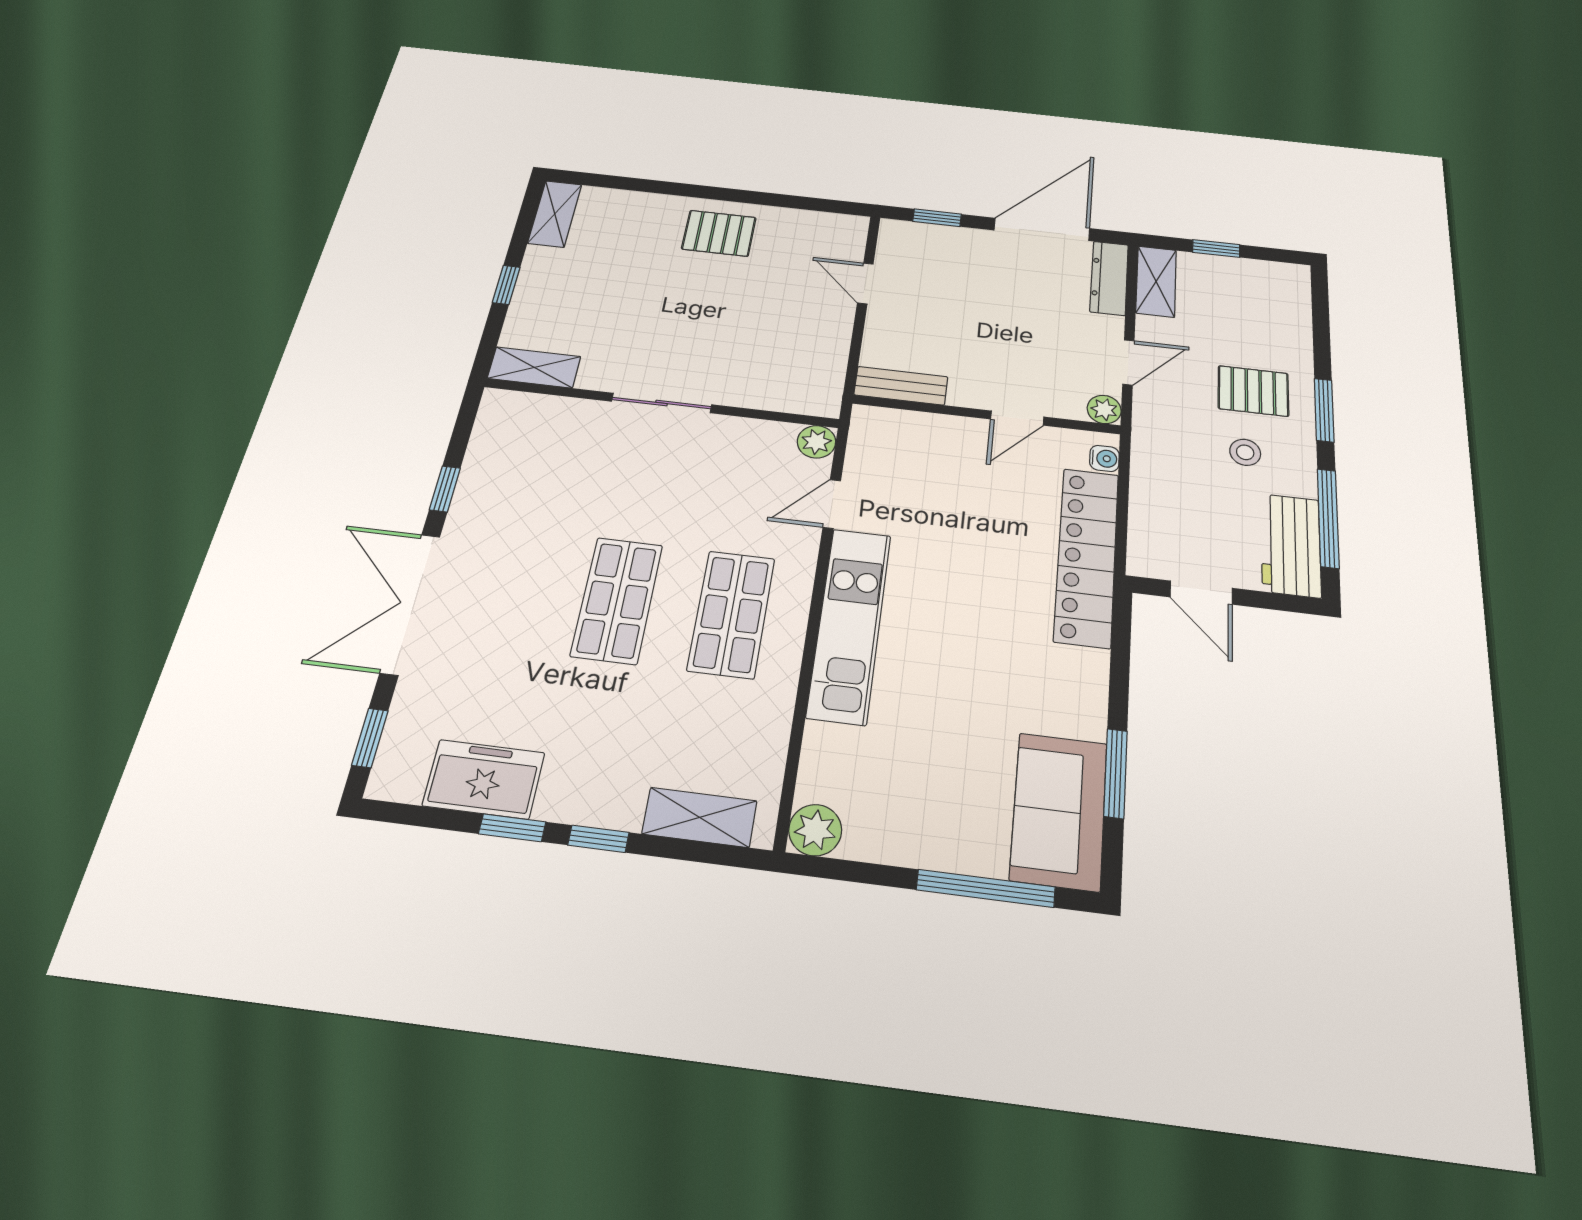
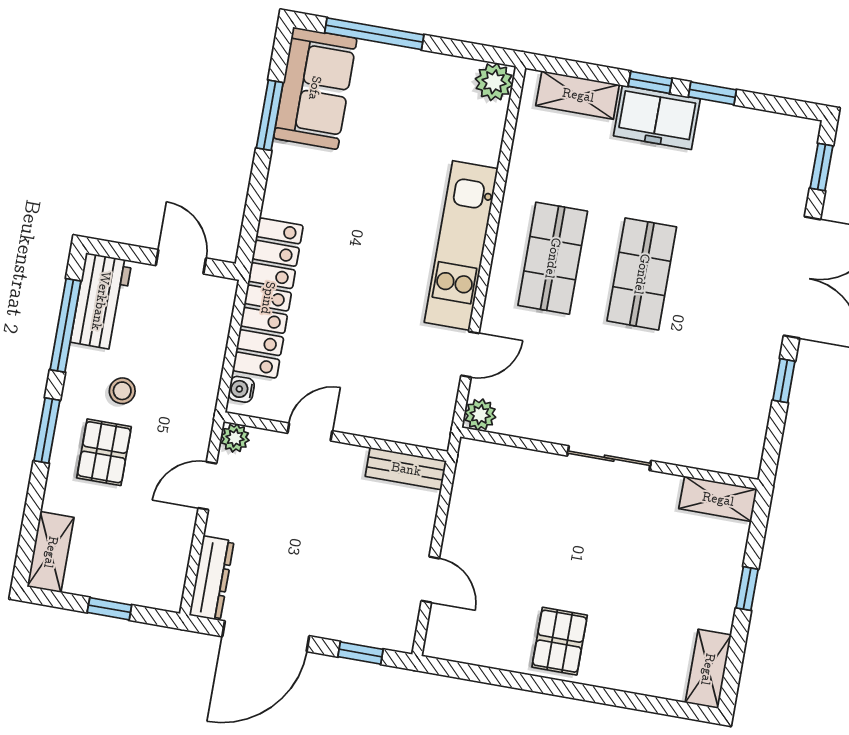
pallet: (719, 233) -> (560, 641), turned 90
shelving: (1156, 281) -> (51, 552), moved
pallet: (1253, 391) -> (104, 452), turned 90
freezer: (484, 779) -> (657, 117), moved

